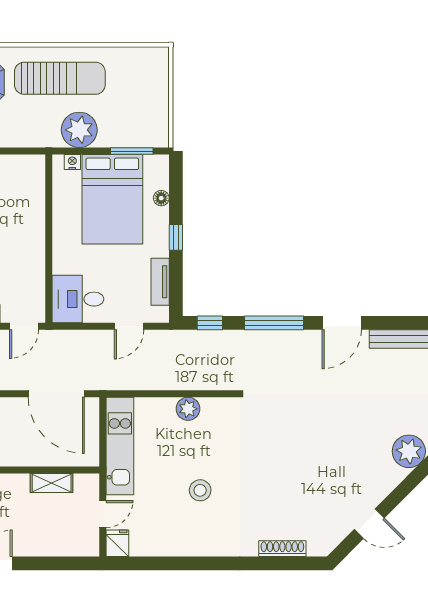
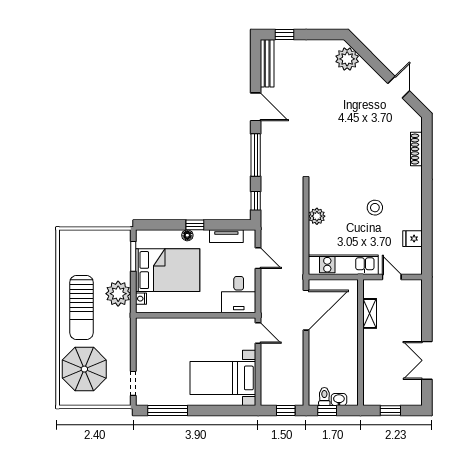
sun lounger: (60, 78) -> (81, 307), turned 180
floor lamp: (161, 198) -> (187, 235), moved
fridge: (117, 543) -> (413, 239), moved

